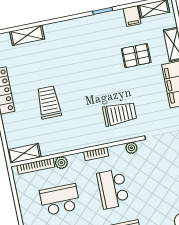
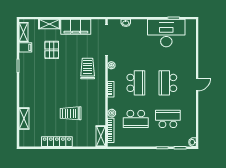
school desk: (113, 189) -> (136, 83), turned -90
school desk: (60, 200) -> (136, 119), turned -90

